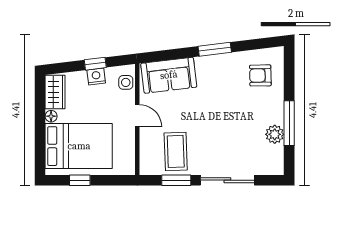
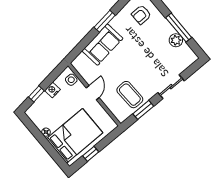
window: (95, 64) -> (36, 94), moved
sofa: (169, 75) -> (102, 45), moved
wardrobe: (55, 92) -> (37, 117), removed
door: (137, 116) -> (93, 93), hinge flipped
sliding door: (227, 180) -> (171, 87), width x0.73

